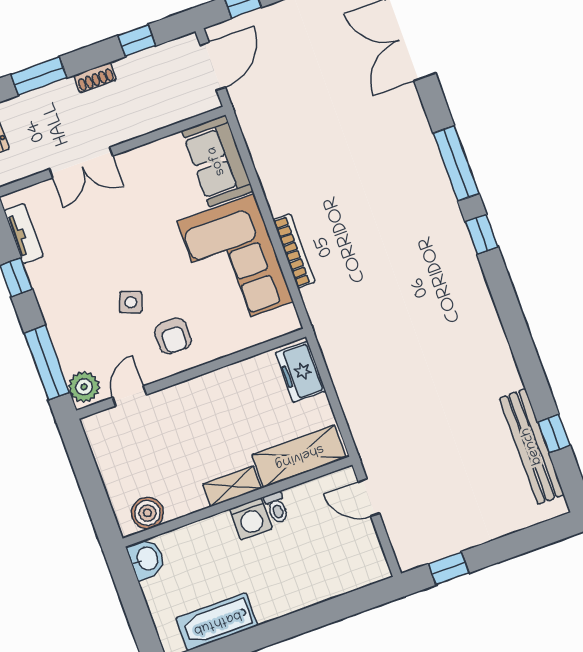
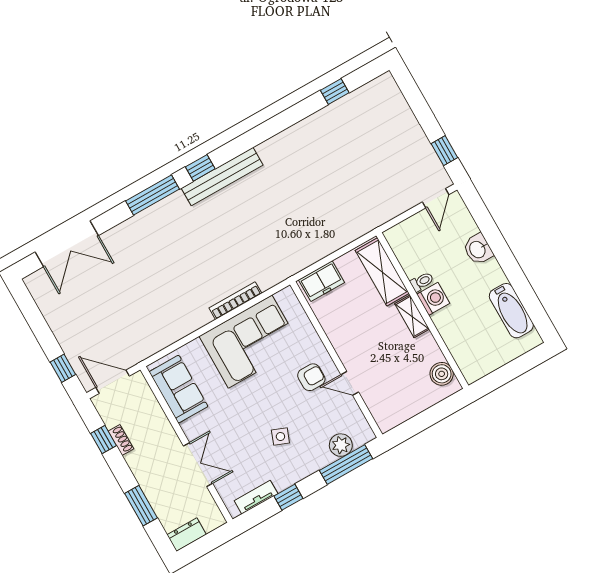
shoe rack: (95, 77) -> (121, 440), moved
sofa: (217, 161) -> (178, 389), moved, turned -90
side table: (131, 302) -> (280, 437), moved
plant: (84, 387) -> (341, 445), moved
door: (129, 396) -> (350, 383), moved
bench: (532, 446) -> (222, 177), moved
door: (369, 498) -> (436, 198), moved
washbasin: (147, 559) -> (478, 249), moved, turned -90

